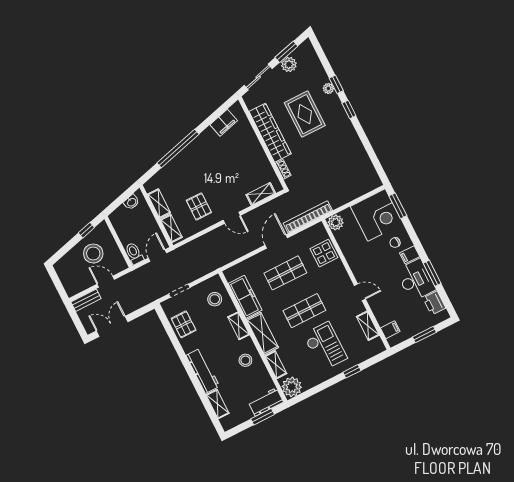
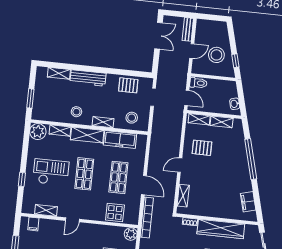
checkout: (325, 346) -> (51, 172), turned 180
workbench: (266, 402) -> (39, 107), removed

